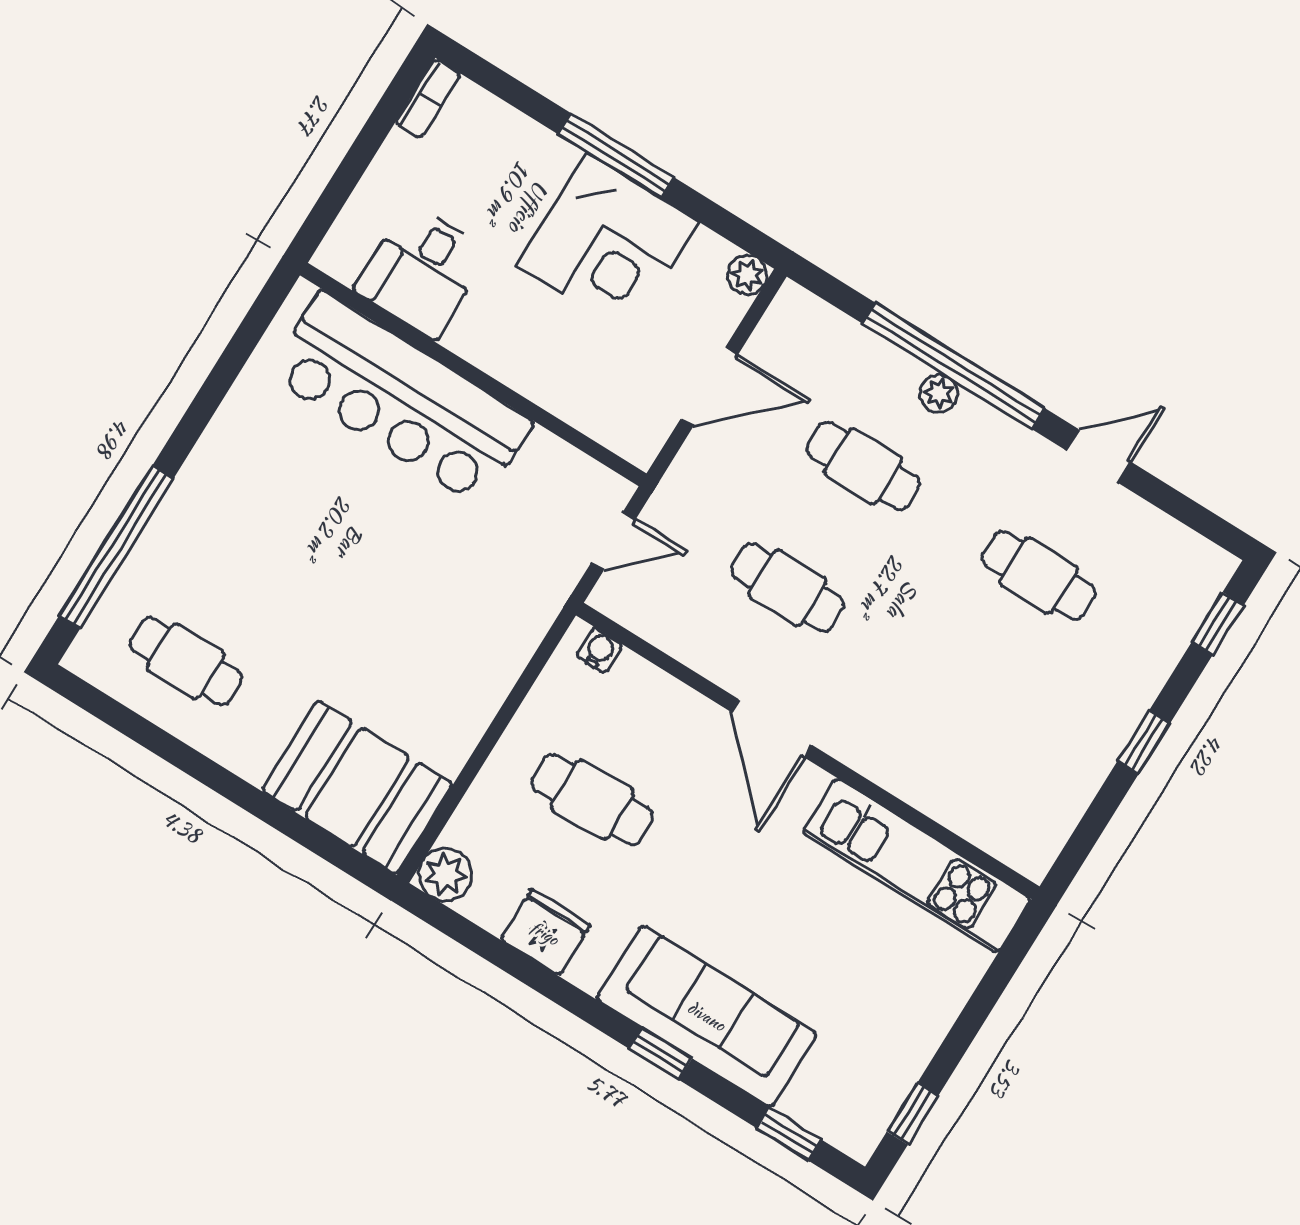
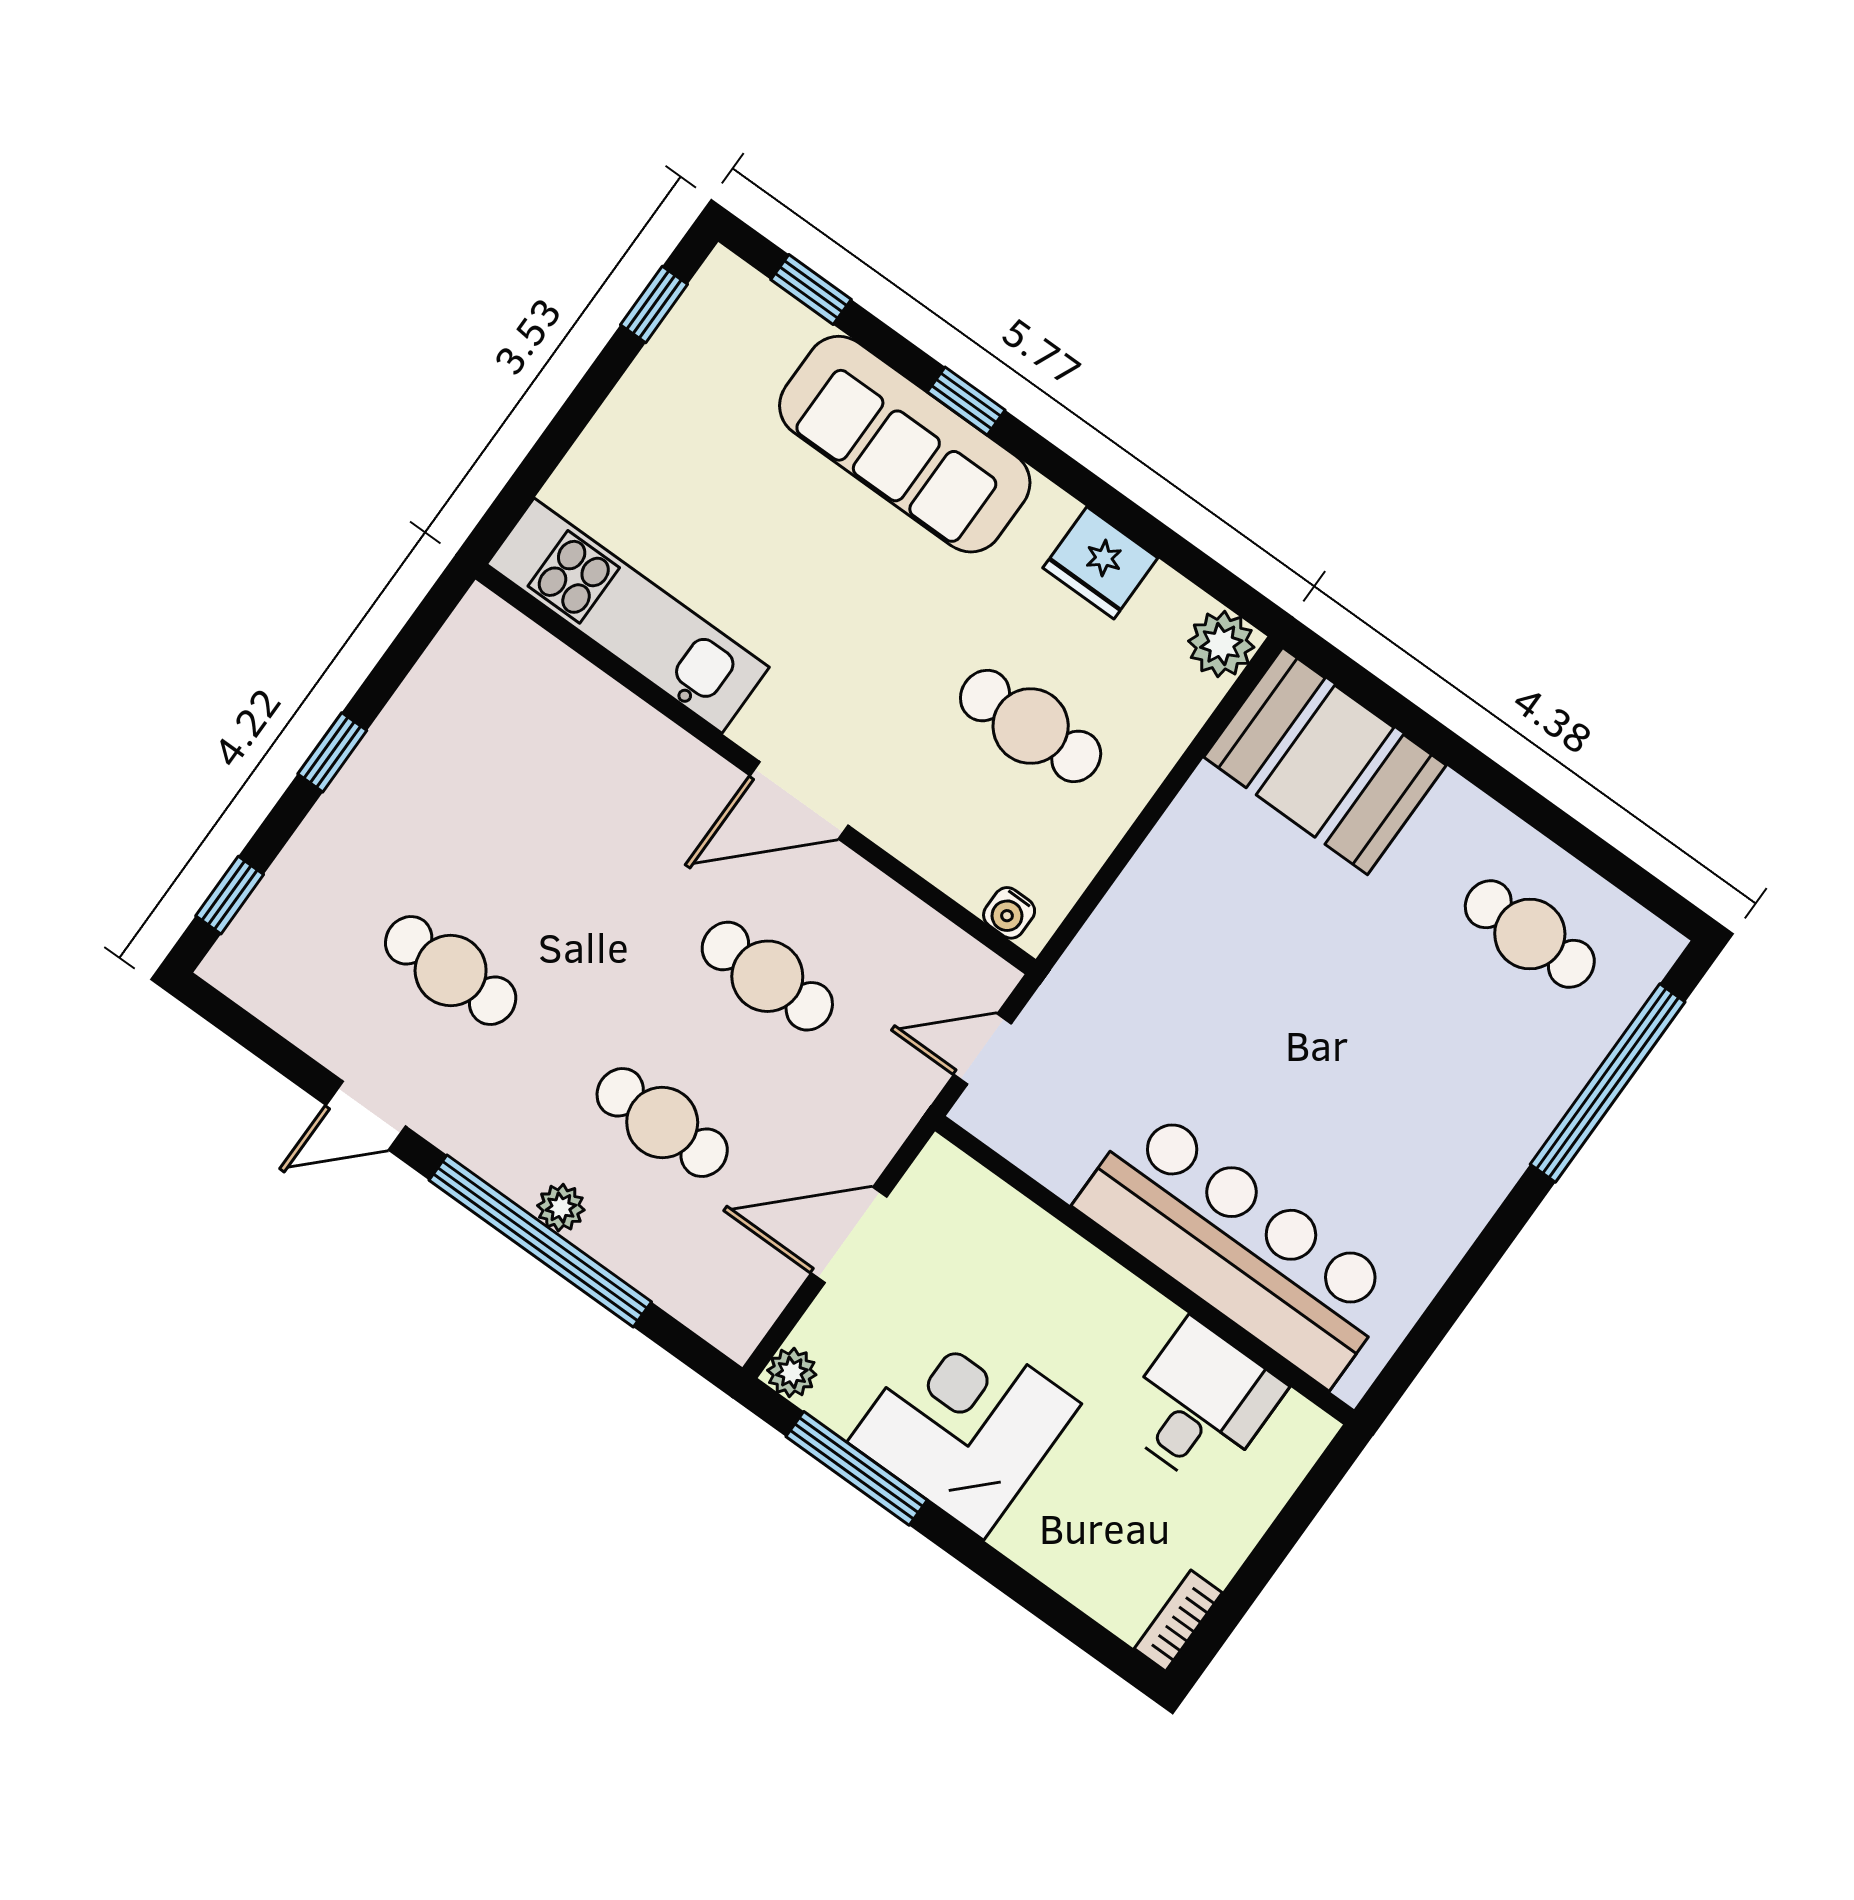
window: (616, 156) -> (857, 1468), moved
door: (772, 728) -> (799, 800), swing flipped

